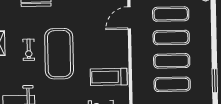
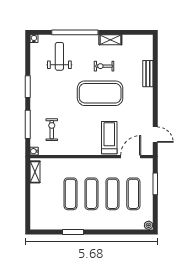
door: (129, 18) -> (131, 157), hinge flipped
treadmill: (109, 77) -> (109, 138), moved

